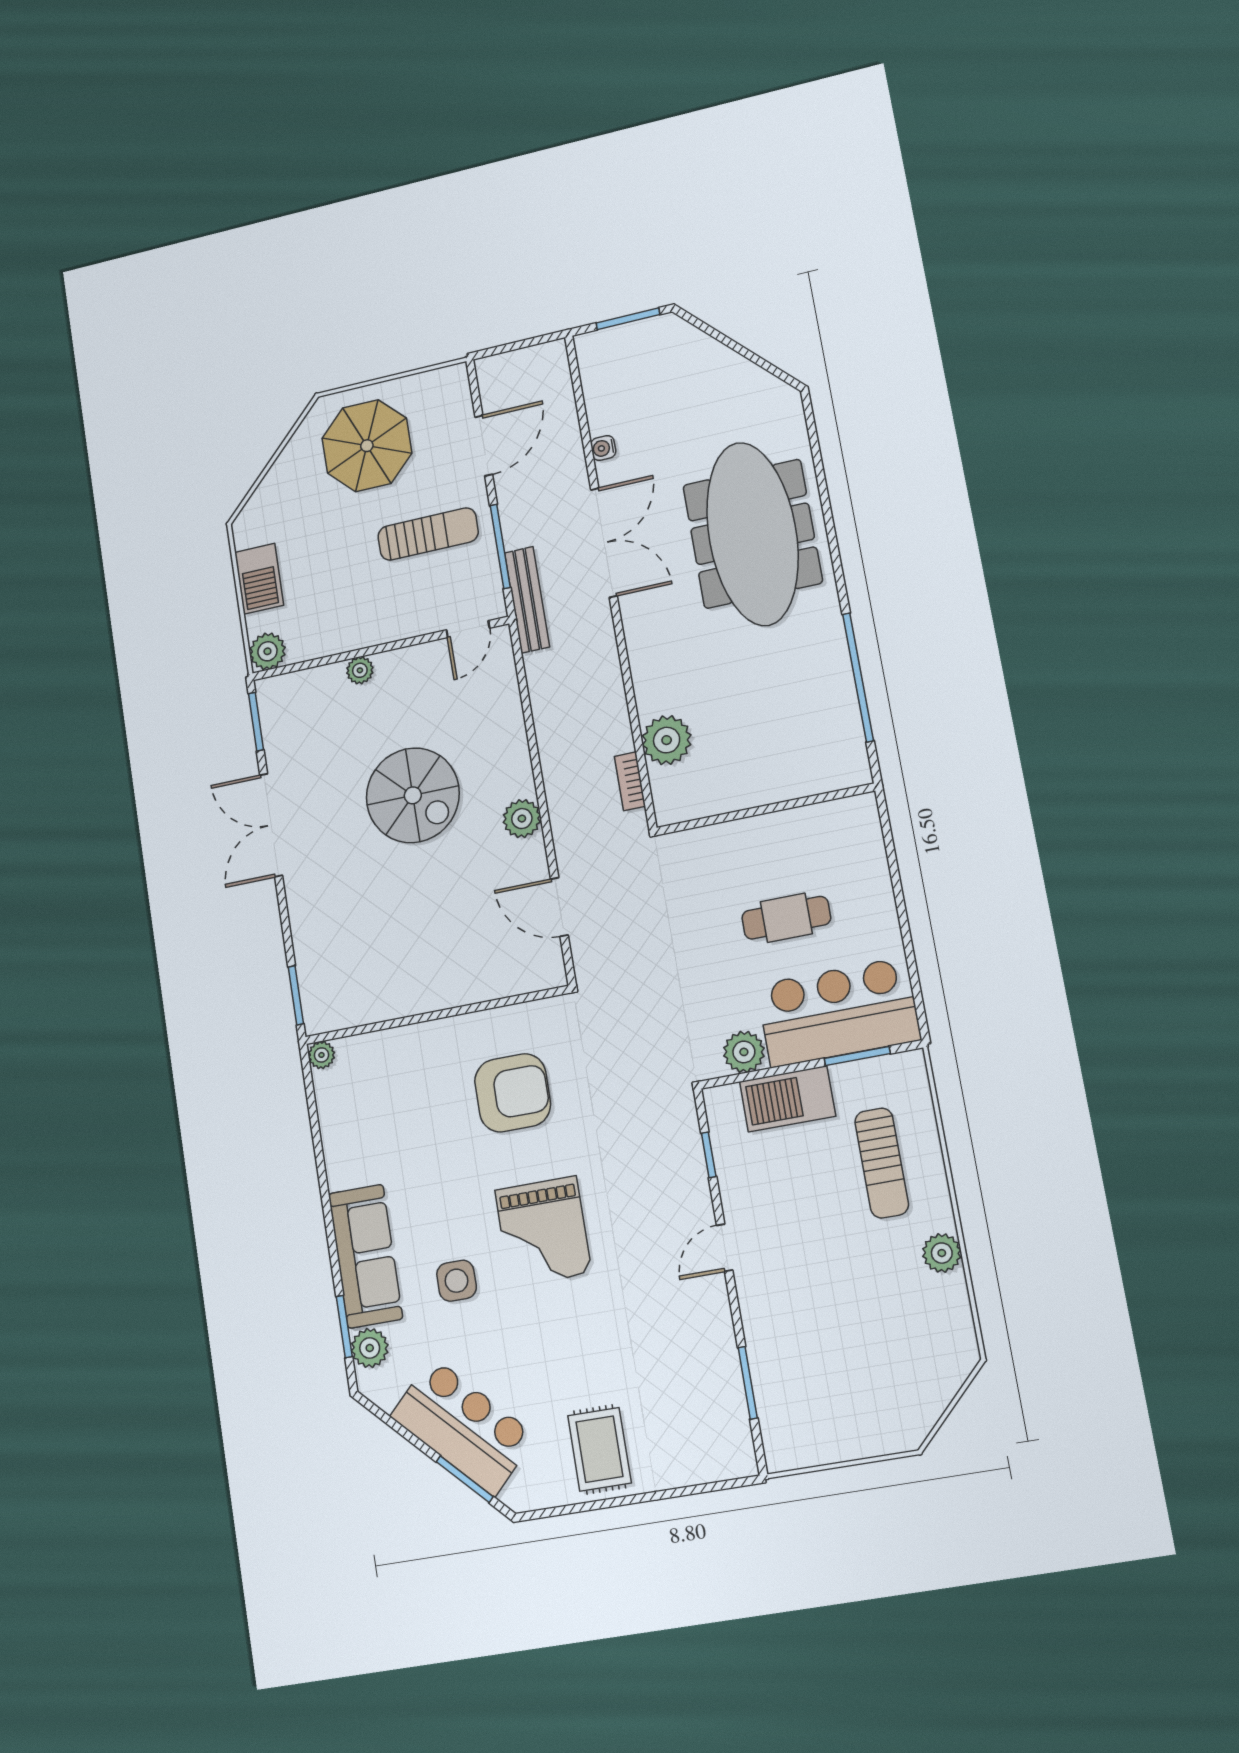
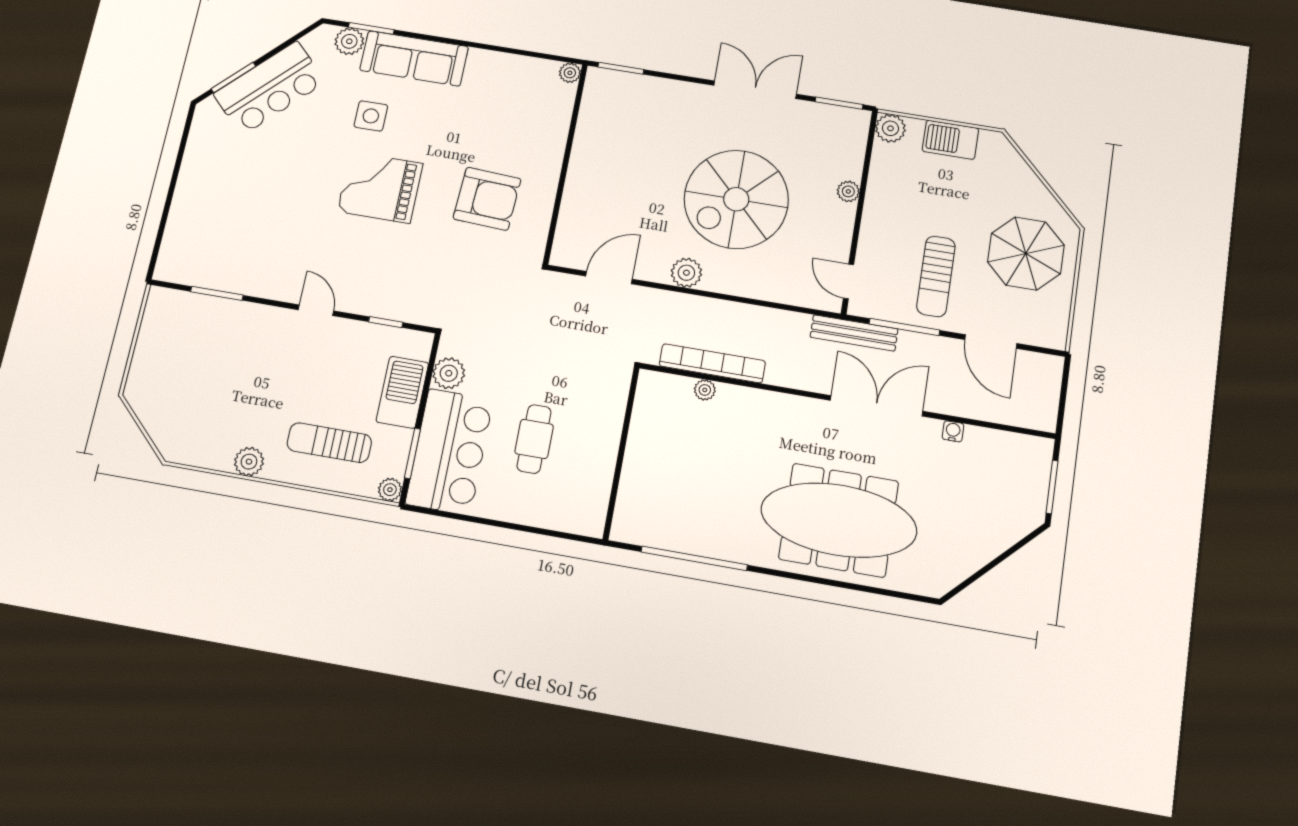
double door: (604, 543) -> (876, 406), swing flipped
plant: (667, 740) -> (705, 390), width x0.53, depth x0.53
bookcase: (630, 781) -> (712, 363), width x2.31, depth x1.31
spiral stairs: (413, 795) -> (736, 199), width x1.37, depth x1.37
plant: (911, 1065) -> (390, 490), added
armchair: (513, 1093) -> (487, 199), turned -87
rug: (599, 1449) -> (215, 176), removed

